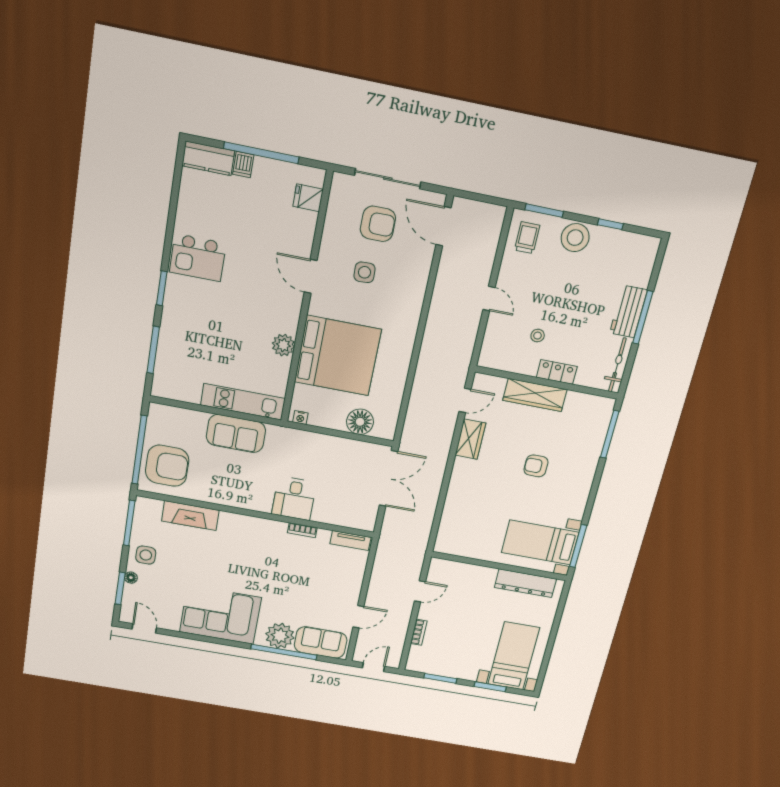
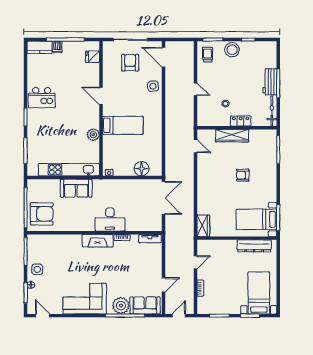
armchair: (378, 224) -> (130, 63), turned -90
side table: (365, 272) -> (153, 86), moved
bed: (338, 356) -> (123, 125), width x0.49
door: (465, 400) -> (195, 146), hinge flipped
kitchen unit: (243, 402) -> (69, 170), width x1.36
wardrobe: (470, 439) -> (203, 226), moved
desk: (294, 498) -> (110, 220), width x1.37
fireplace: (190, 516) -> (98, 241), moved

